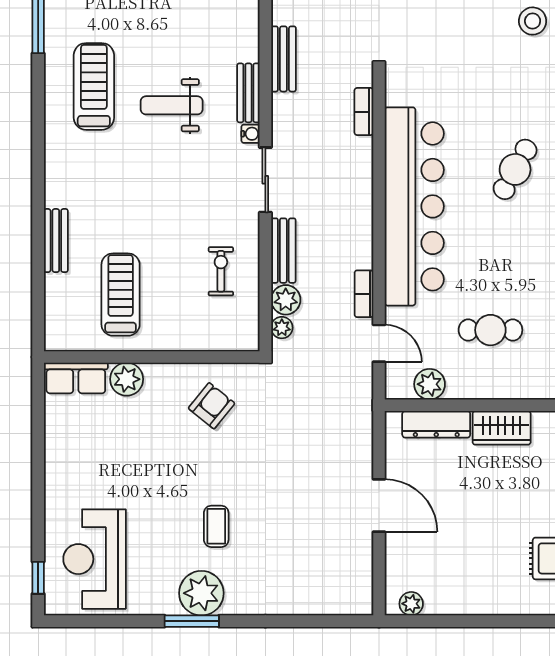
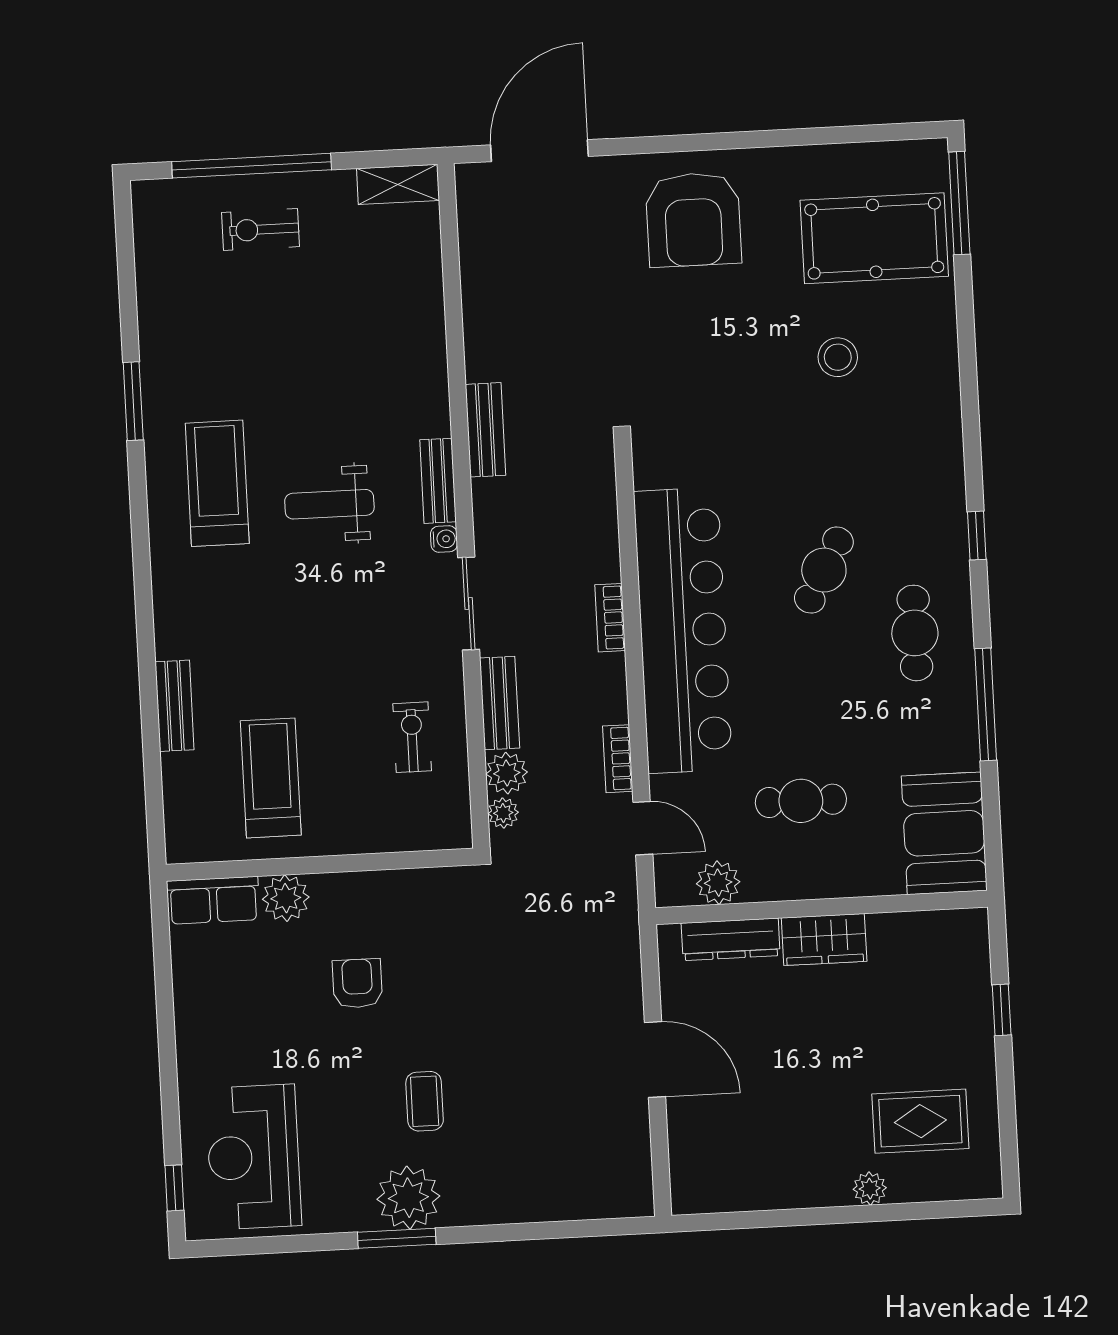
bookcase: (364, 112) -> (610, 618), moved
armchair: (212, 406) -> (357, 983), moved, turned -39
plant: (411, 604) -> (870, 1189), moved

